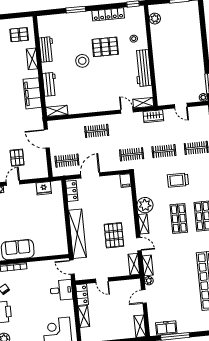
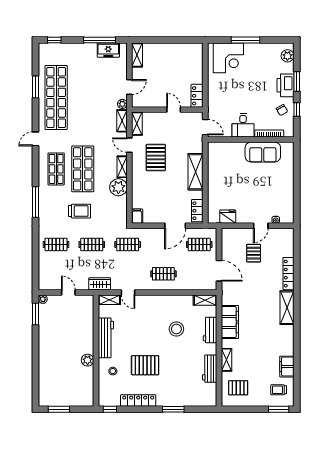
plant: (155, 19) -> (88, 360), moved
stool: (82, 61) -> (176, 329), moved
shop shelf: (179, 218) -> (83, 169), width x1.43, depth x1.36
shelving: (77, 234) -> (196, 172), width x0.68
desk: (61, 290) -> (243, 125), moved, turned -90
shelving: (84, 317) -> (198, 72), removed

